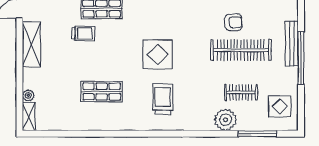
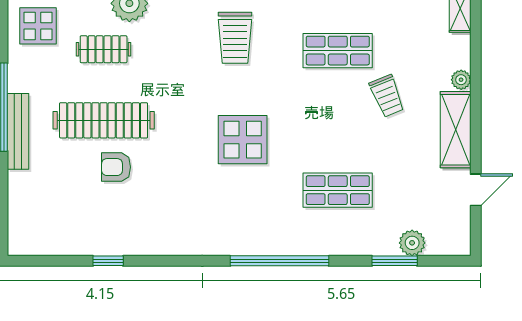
trolley: (83, 33) -> (387, 96), moved, turned -112
display table: (158, 54) -> (243, 140), moved
plant: (28, 95) -> (461, 80), moved

